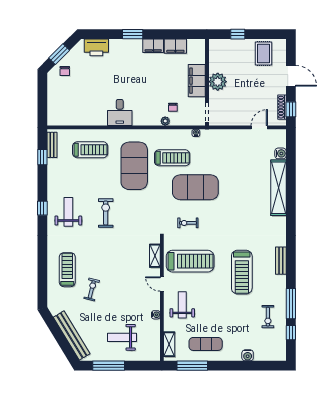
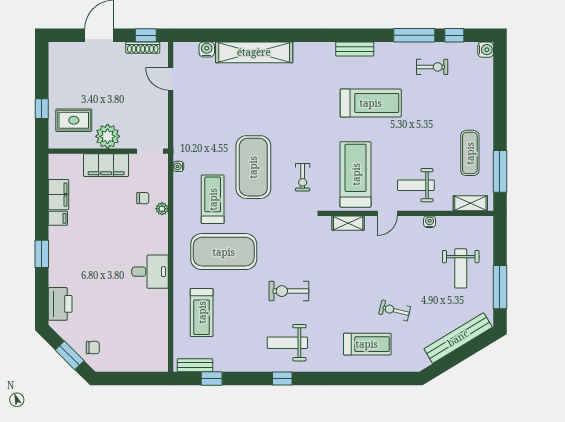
filing cabinet: (153, 46) -> (58, 218), width x0.50
rug: (264, 53) -> (74, 120), moved
treadmill: (90, 150) -> (202, 312), turned 180
treadmill: (67, 270) -> (367, 344), turned 180
water cooler: (248, 355) -> (486, 50), moved

